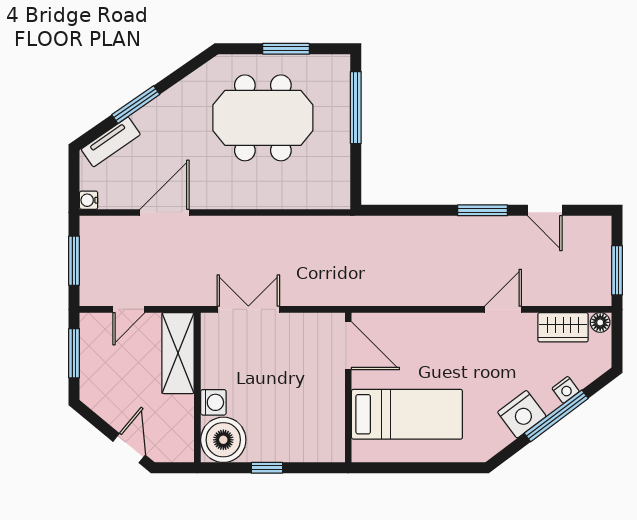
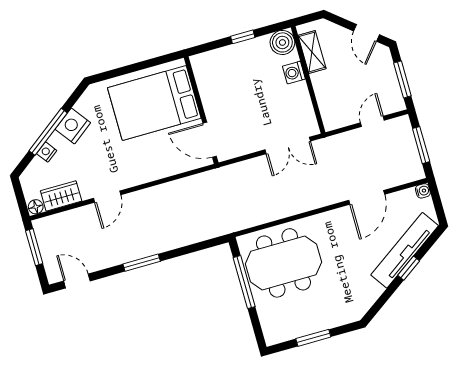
window: (136, 105) -> (409, 268), width x0.67
window: (356, 108) -> (244, 282), moved
meeting table: (263, 118) -> (283, 263), moved
tv unit: (111, 142) -> (405, 250), width x1.92, depth x1.29
door: (545, 210) -> (77, 281), moved
shelving: (178, 353) -> (312, 52), moved, width x0.67, depth x0.75
bed: (407, 414) -> (154, 103), width x1.50
boiler: (223, 440) -> (282, 42), width x0.73, depth x0.73
door: (129, 448) -> (366, 33), moved

